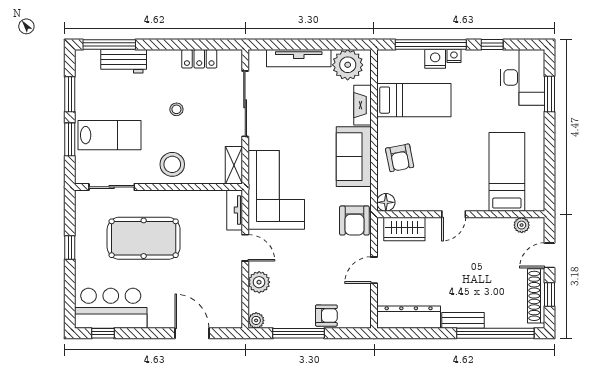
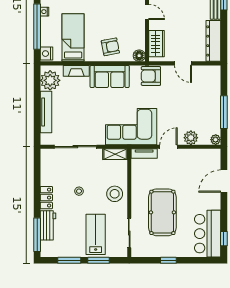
locker: (199, 59) -> (46, 198), moved
nightstand: (435, 59) -> (46, 54), moved
armchair: (354, 221) -> (151, 76), turned 180
armchair: (326, 316) -> (212, 94), removed

